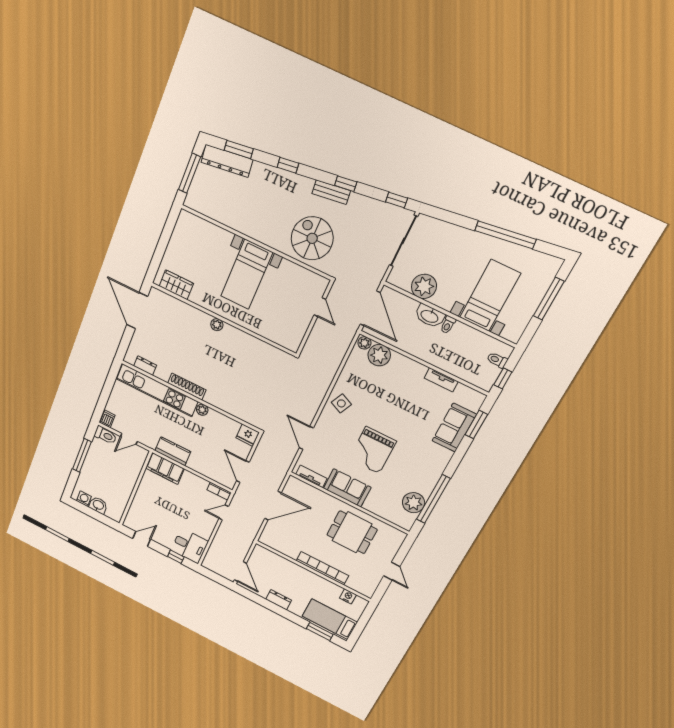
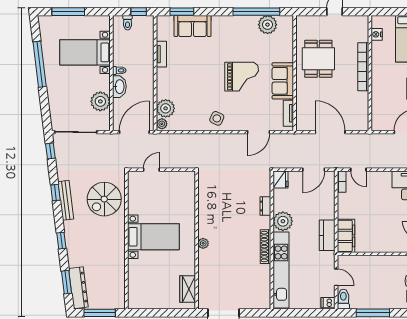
bench: (331, 192) -> (66, 200), width x1.36
dresser: (145, 366) -> (265, 206), moved
plant: (202, 410) -> (283, 221), width x1.88, depth x1.88

